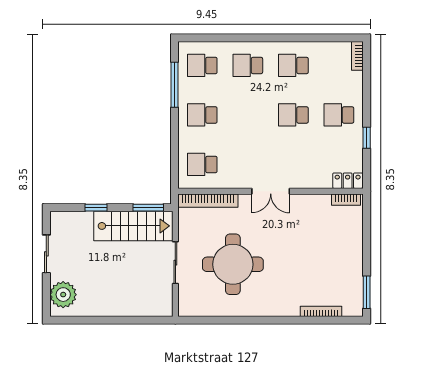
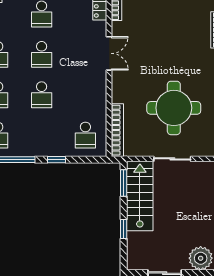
school desk: (202, 115) -> (42, 95), moved
window: (174, 132) -> (56, 160), added
double door: (271, 191) -> (109, 53), moved

